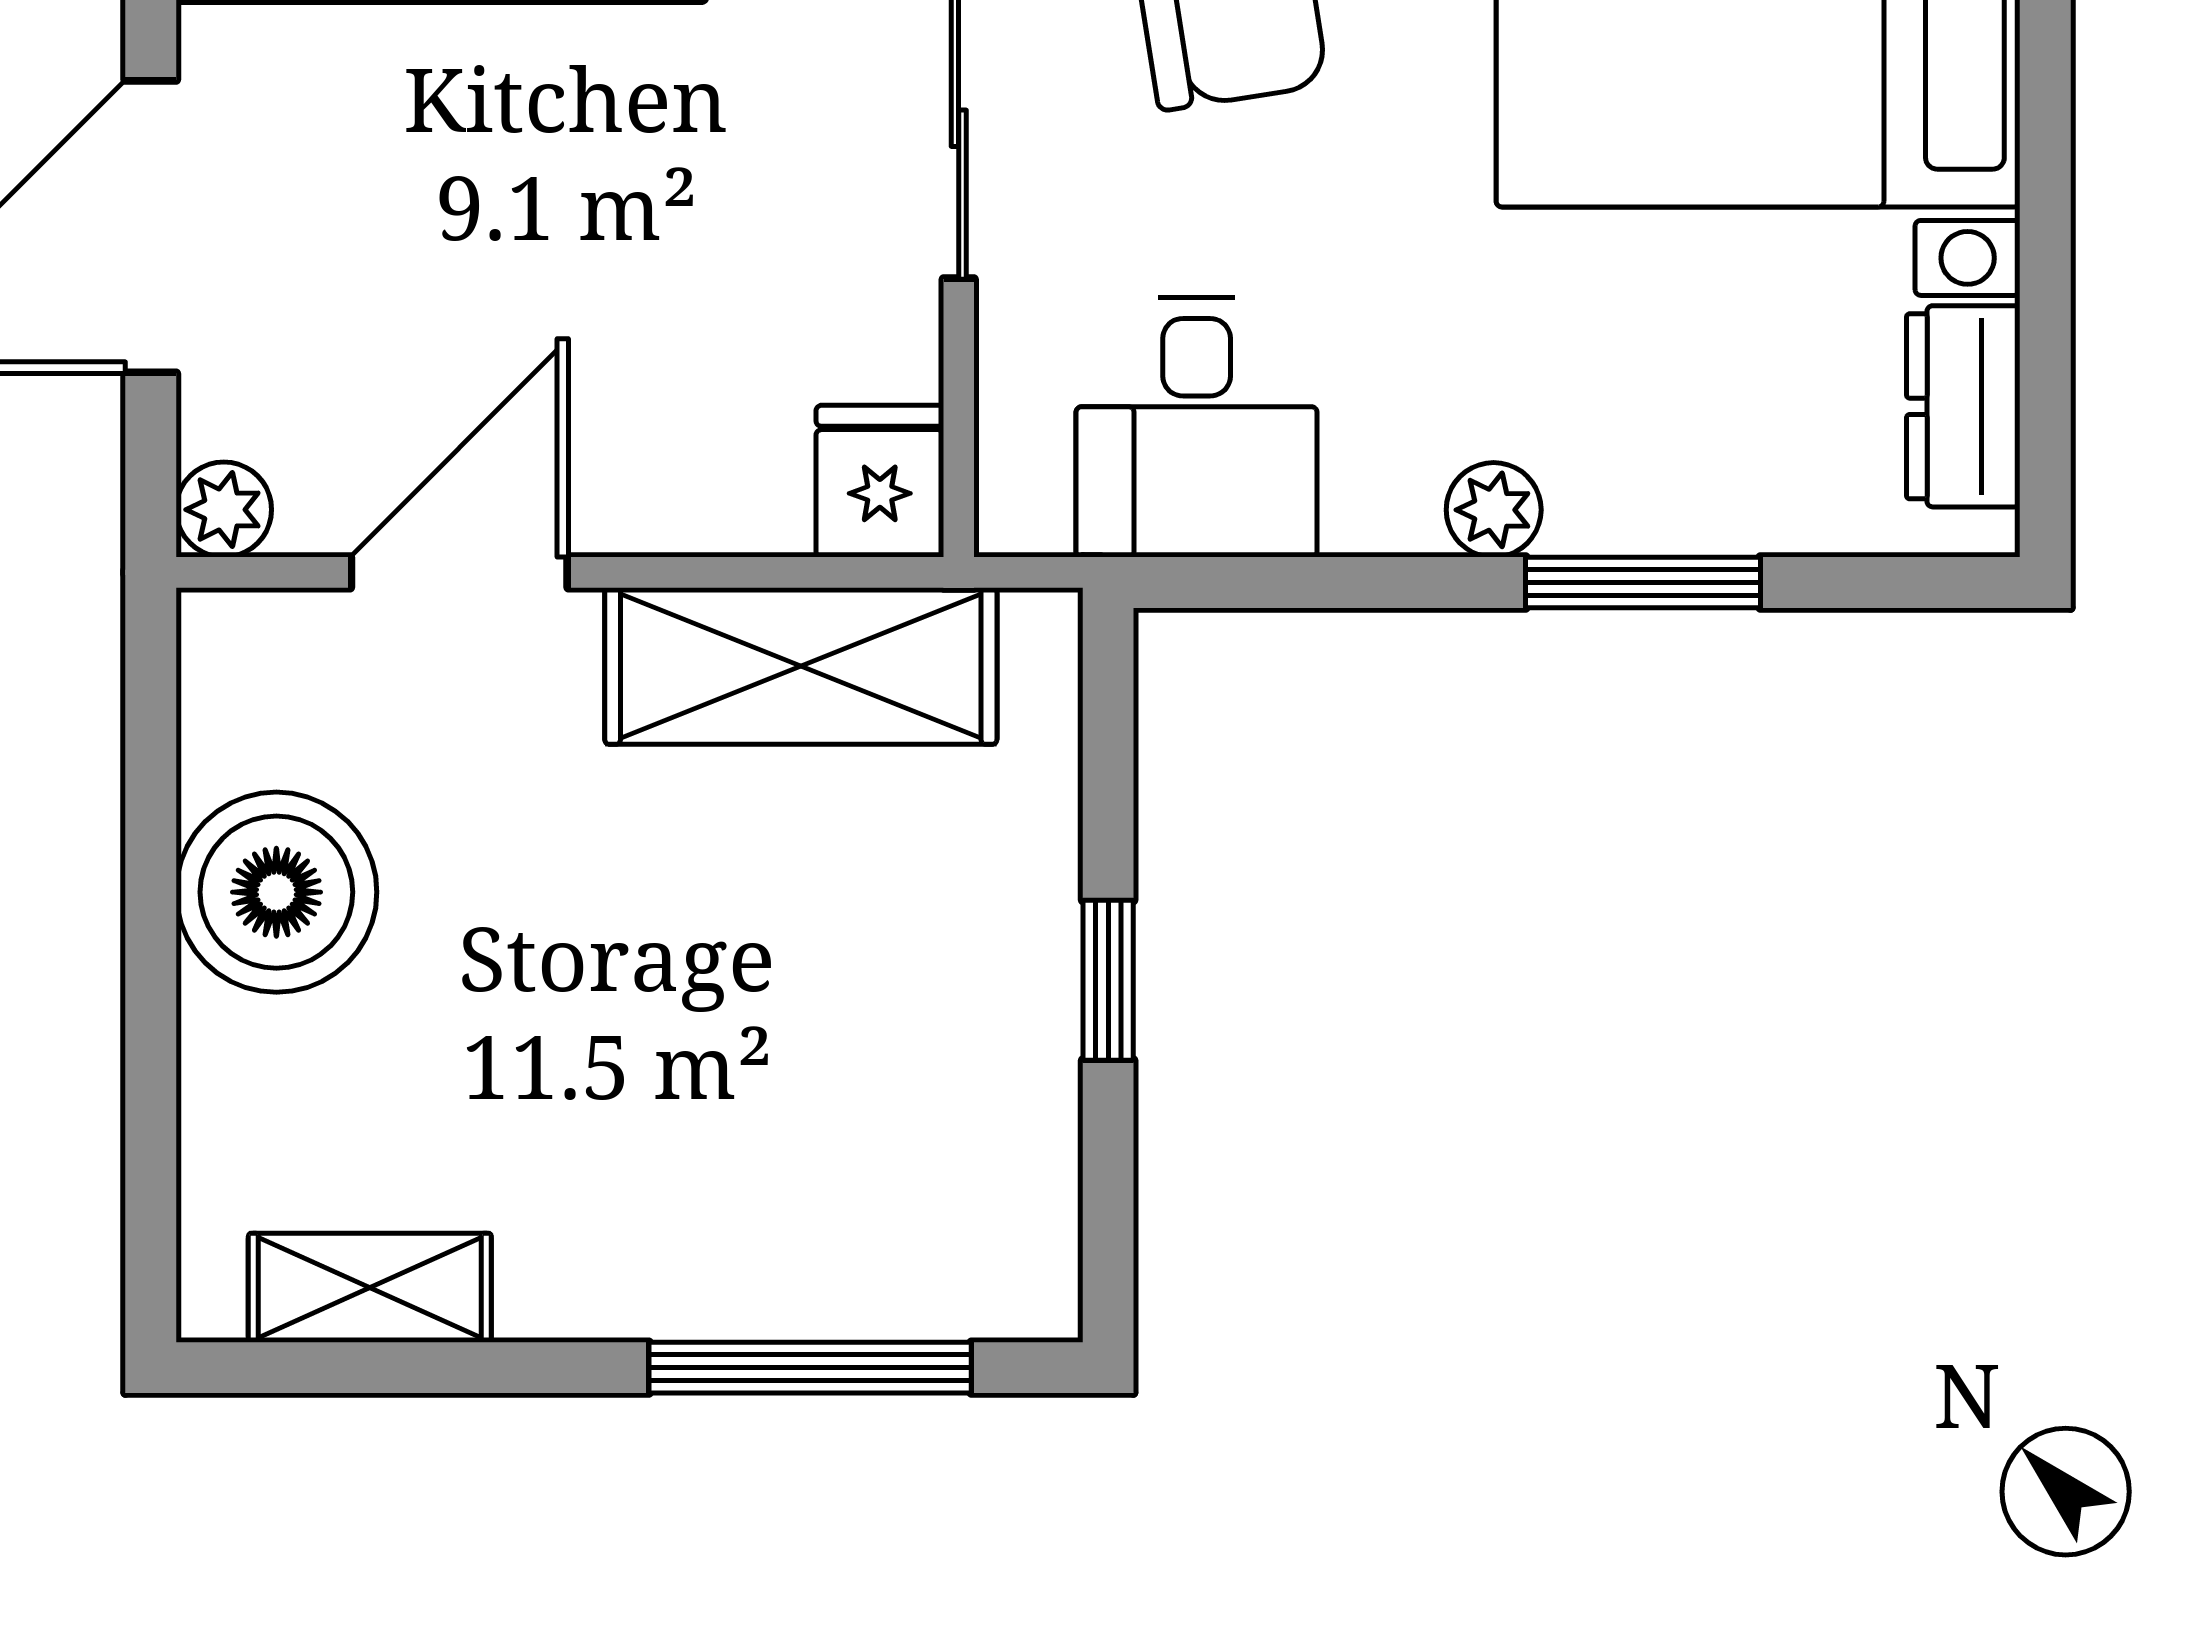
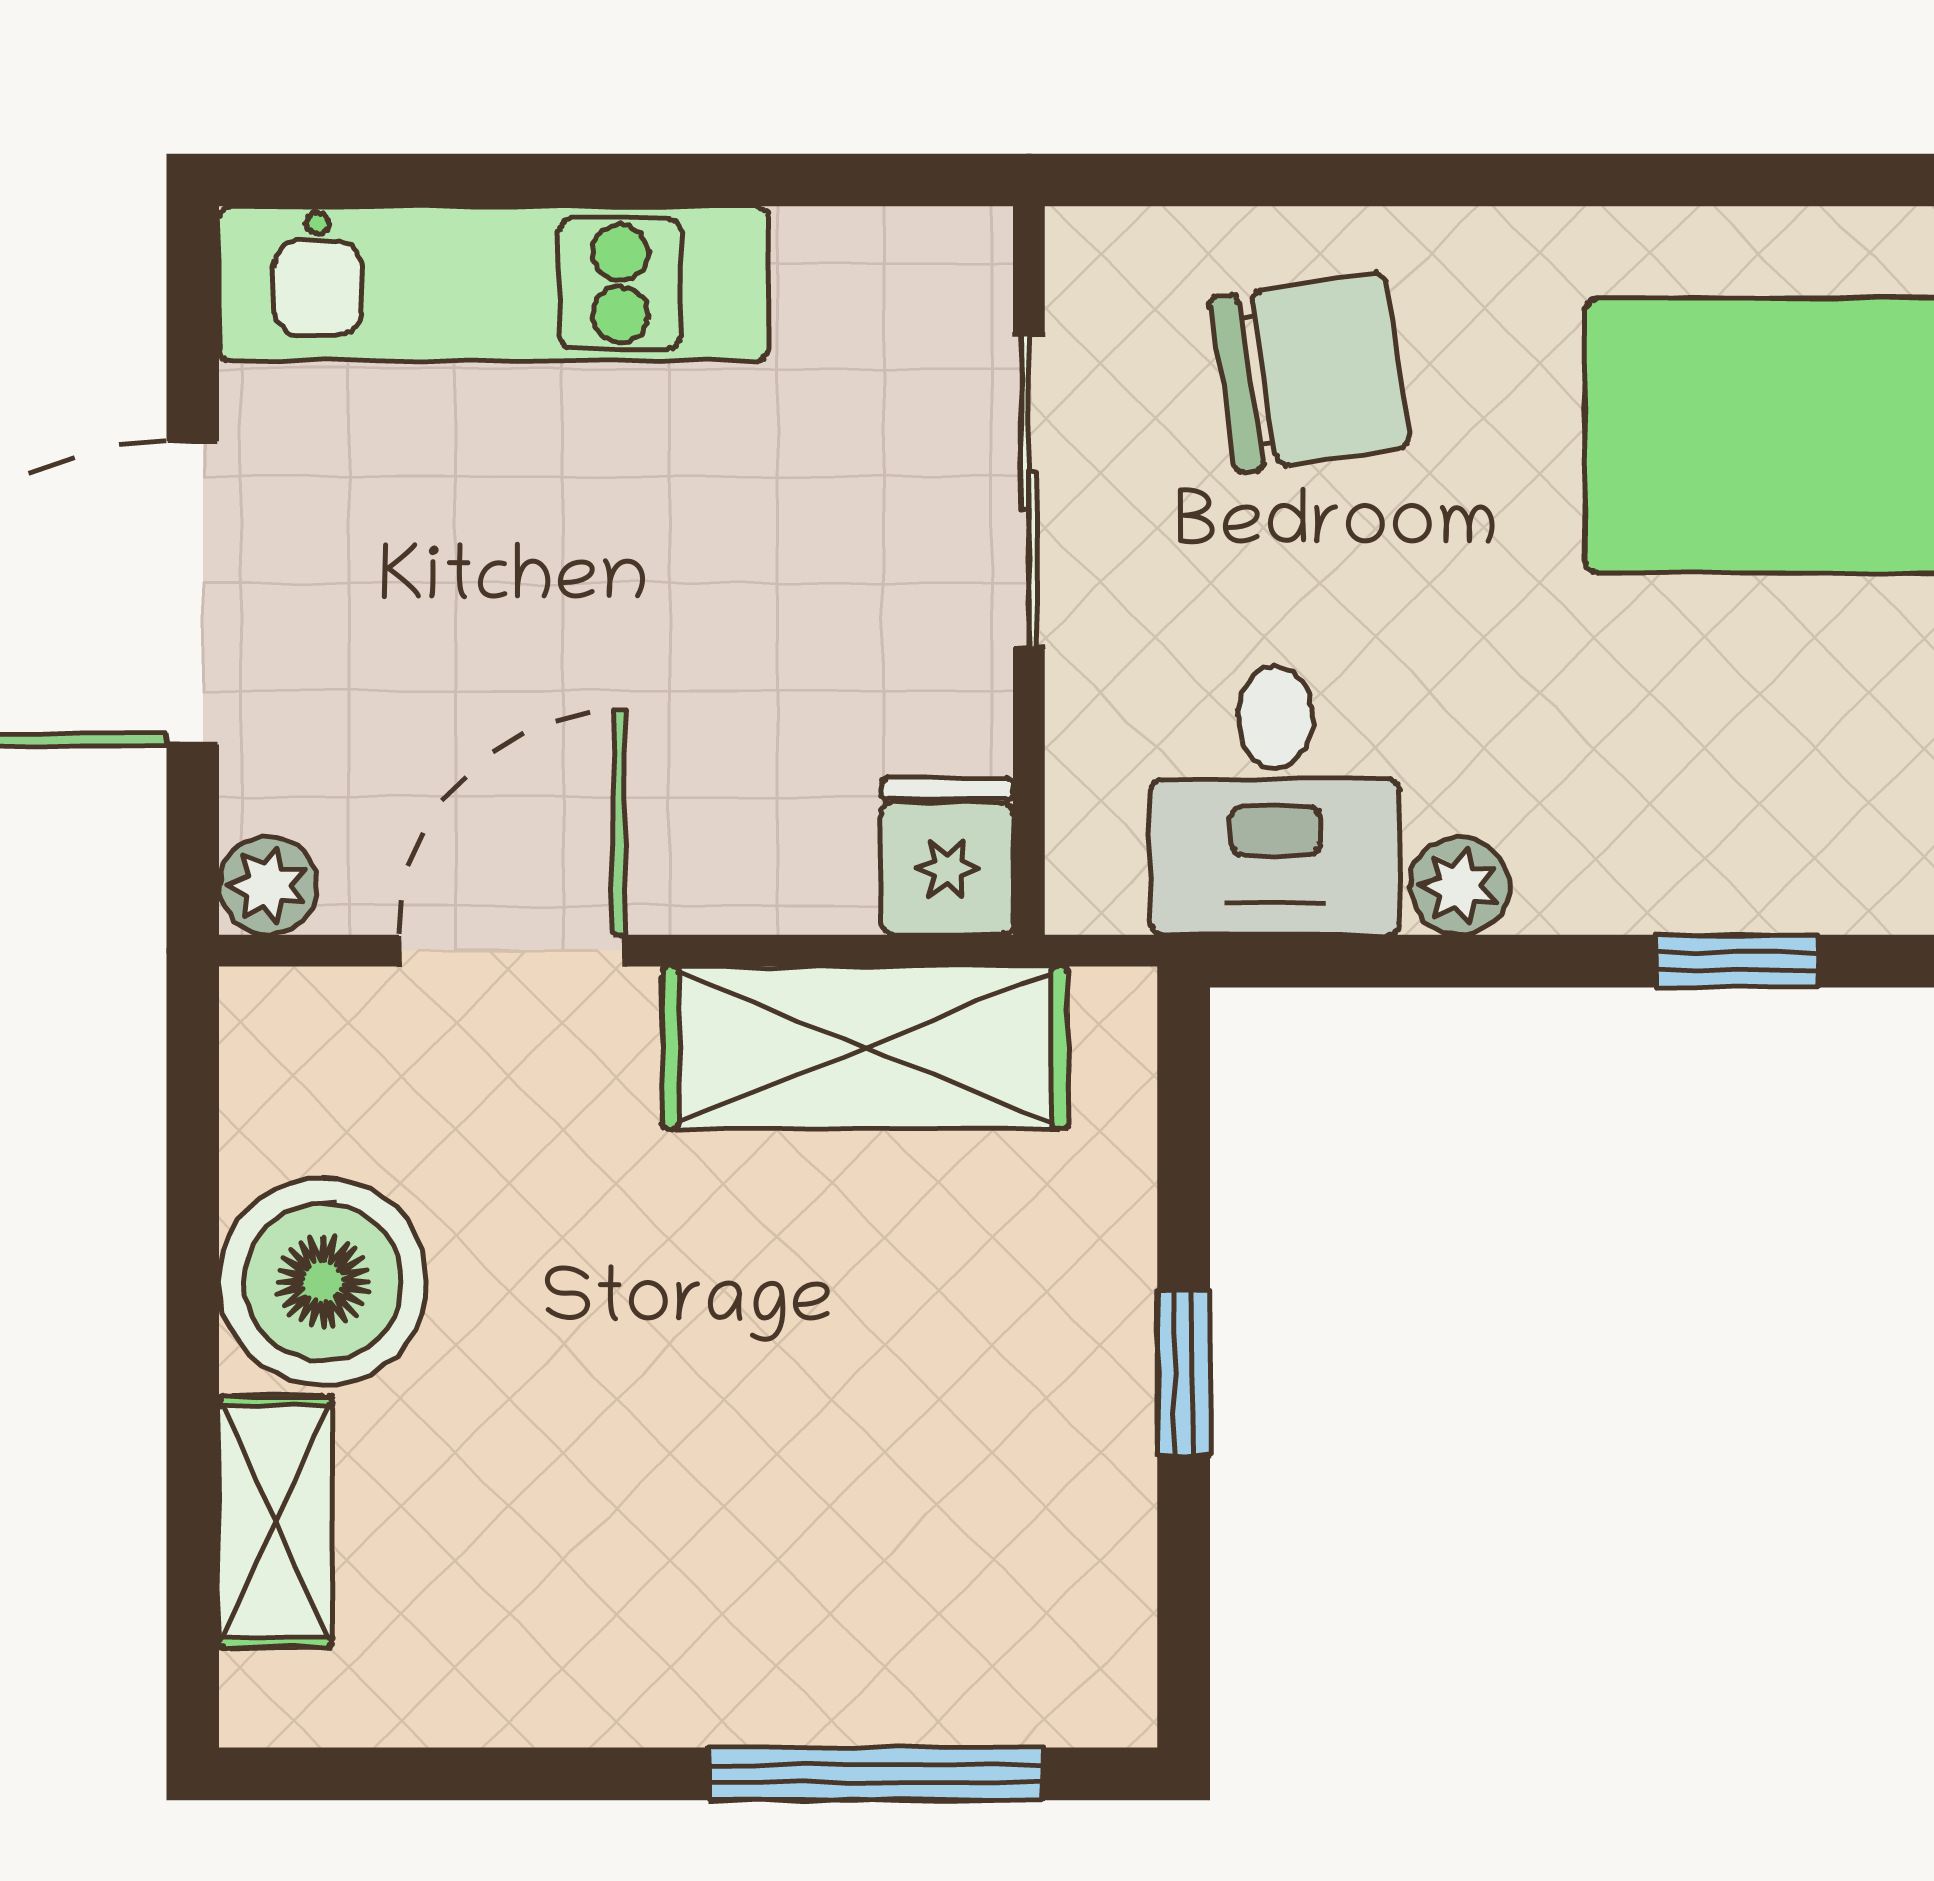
plant: (1494, 510) -> (1459, 886), moved
window: (1643, 583) -> (1737, 961), width x0.67
shelving: (370, 1288) -> (275, 1522), moved, turned 90

